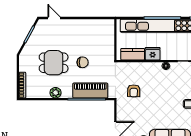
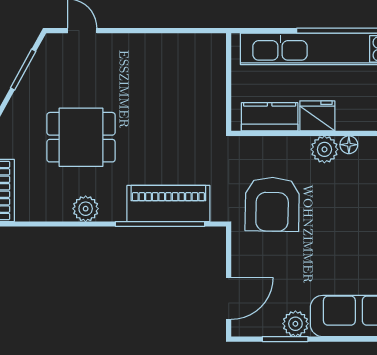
chair: (83, 62) -> (150, 136), removed
plant: (156, 68) -> (324, 149), added
armchair: (134, 91) -> (272, 204), width x1.88, depth x1.88

